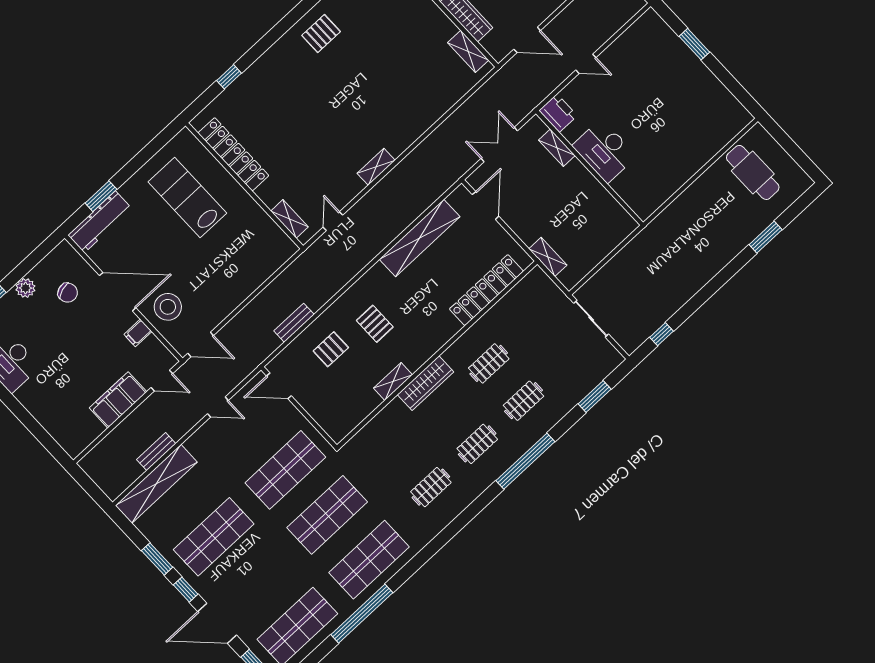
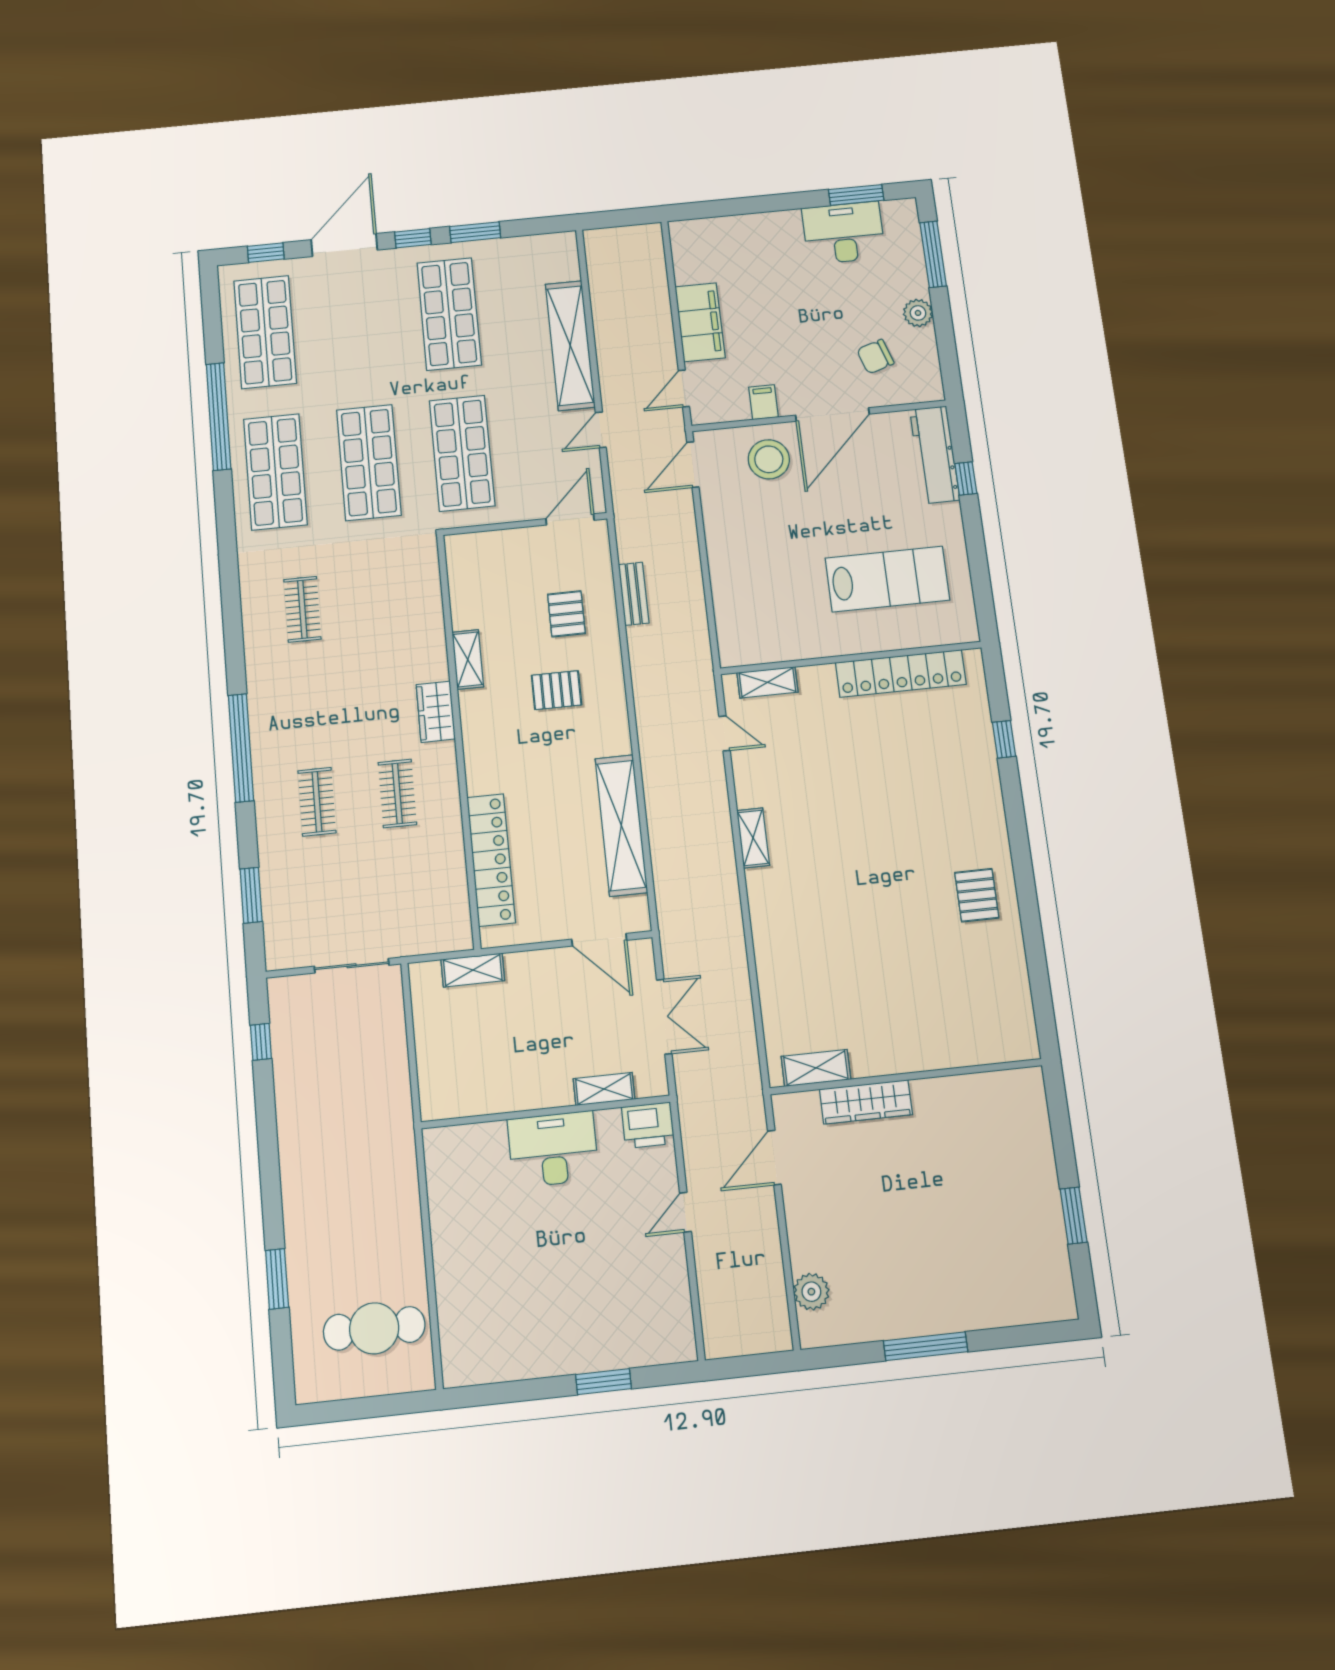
window: (101, 196) -> (966, 479), width x0.67
wardrobe: (425, 383) -> (436, 712), width x0.67
clothes rail: (477, 444) -> (310, 705), removed
bench: (156, 452) -> (603, 321), removed
shelving: (156, 484) -> (570, 345), moved

